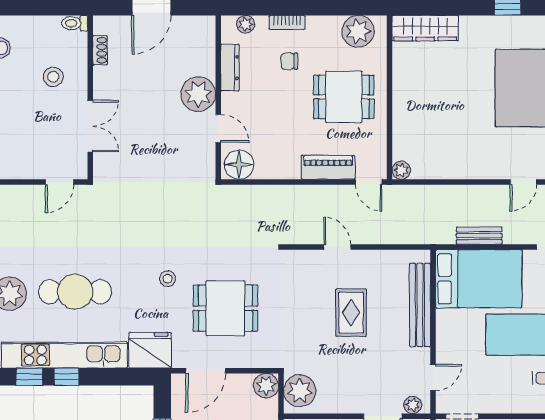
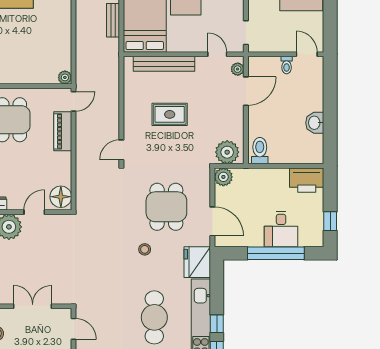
door: (337, 247) -> (121, 150), moved

